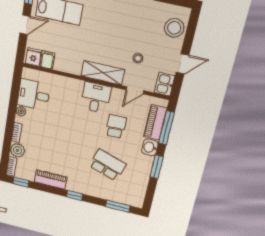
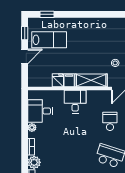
fridge: (33, 57) -> (58, 80), moved
filing cabinet: (47, 60) -> (69, 80), moved
desk: (96, 98) -> (75, 102), moved

